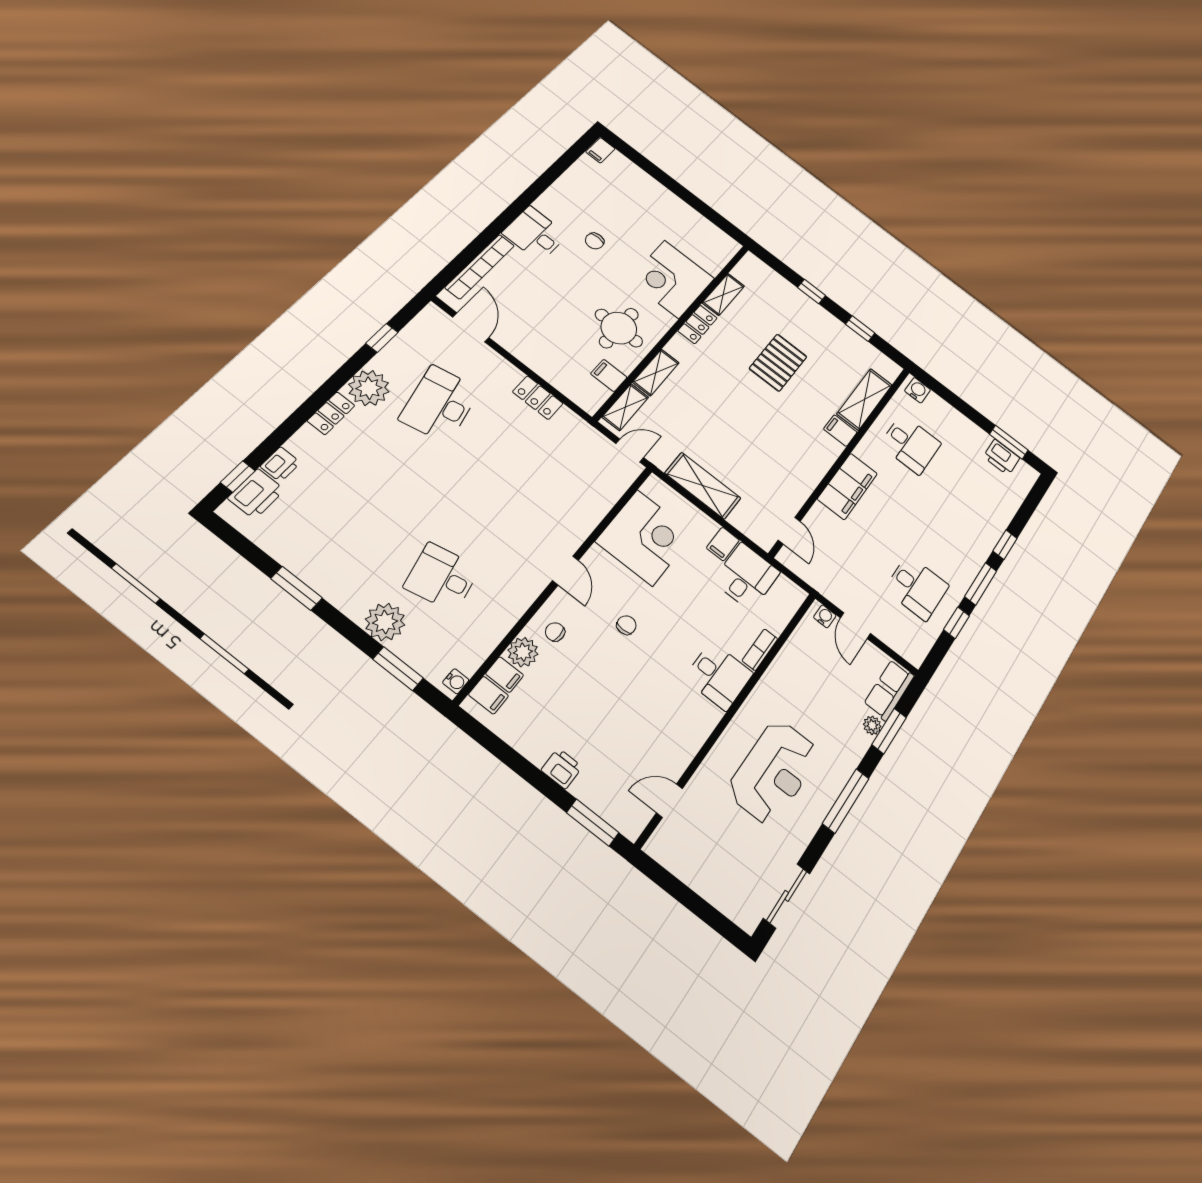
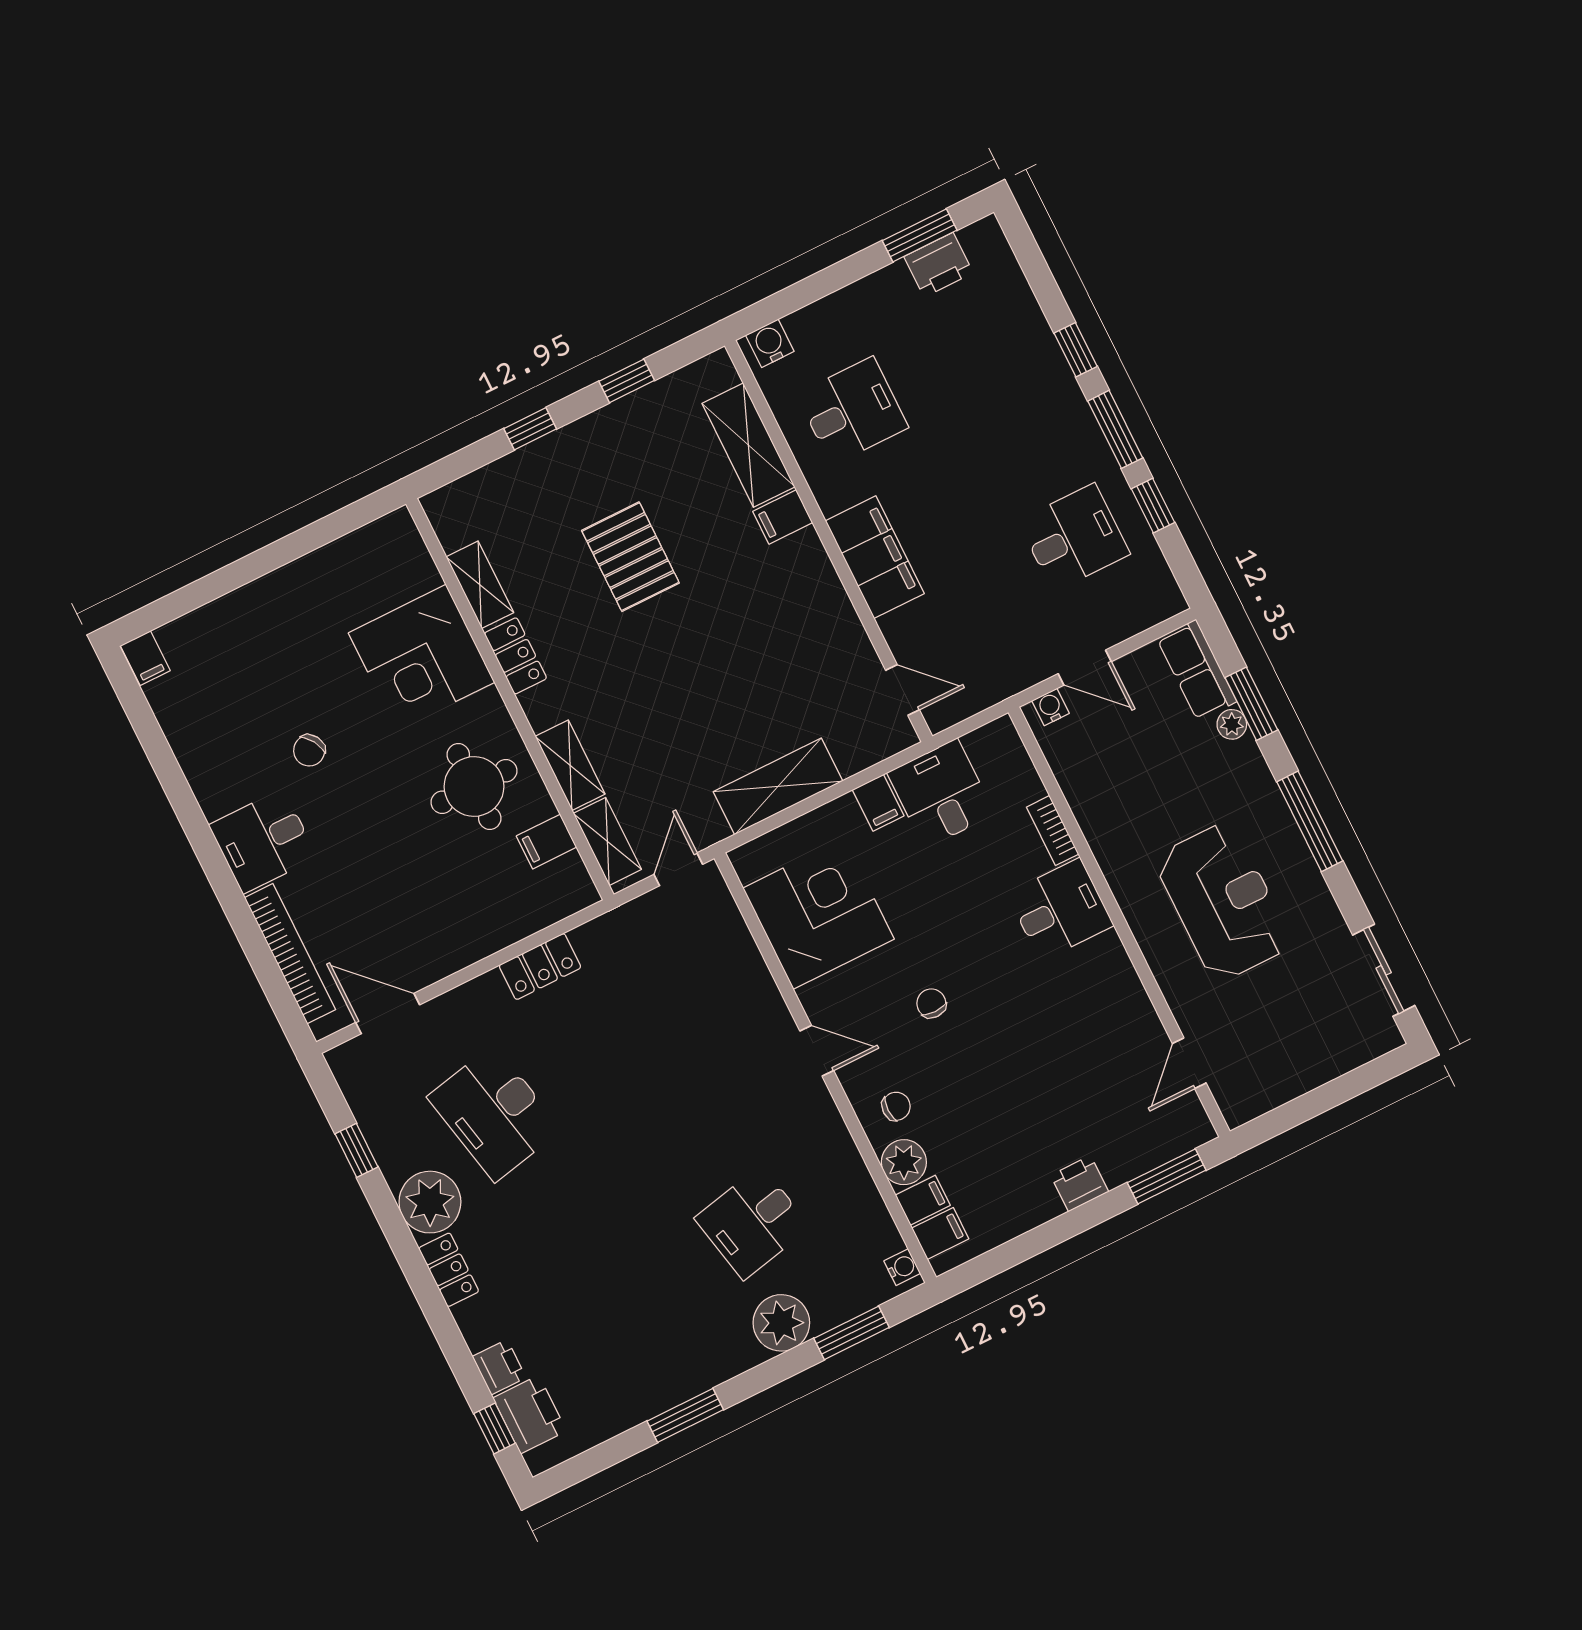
chair: (595, 241) -> (309, 750), turned 59
chair: (555, 632) -> (896, 1106), turned 180

